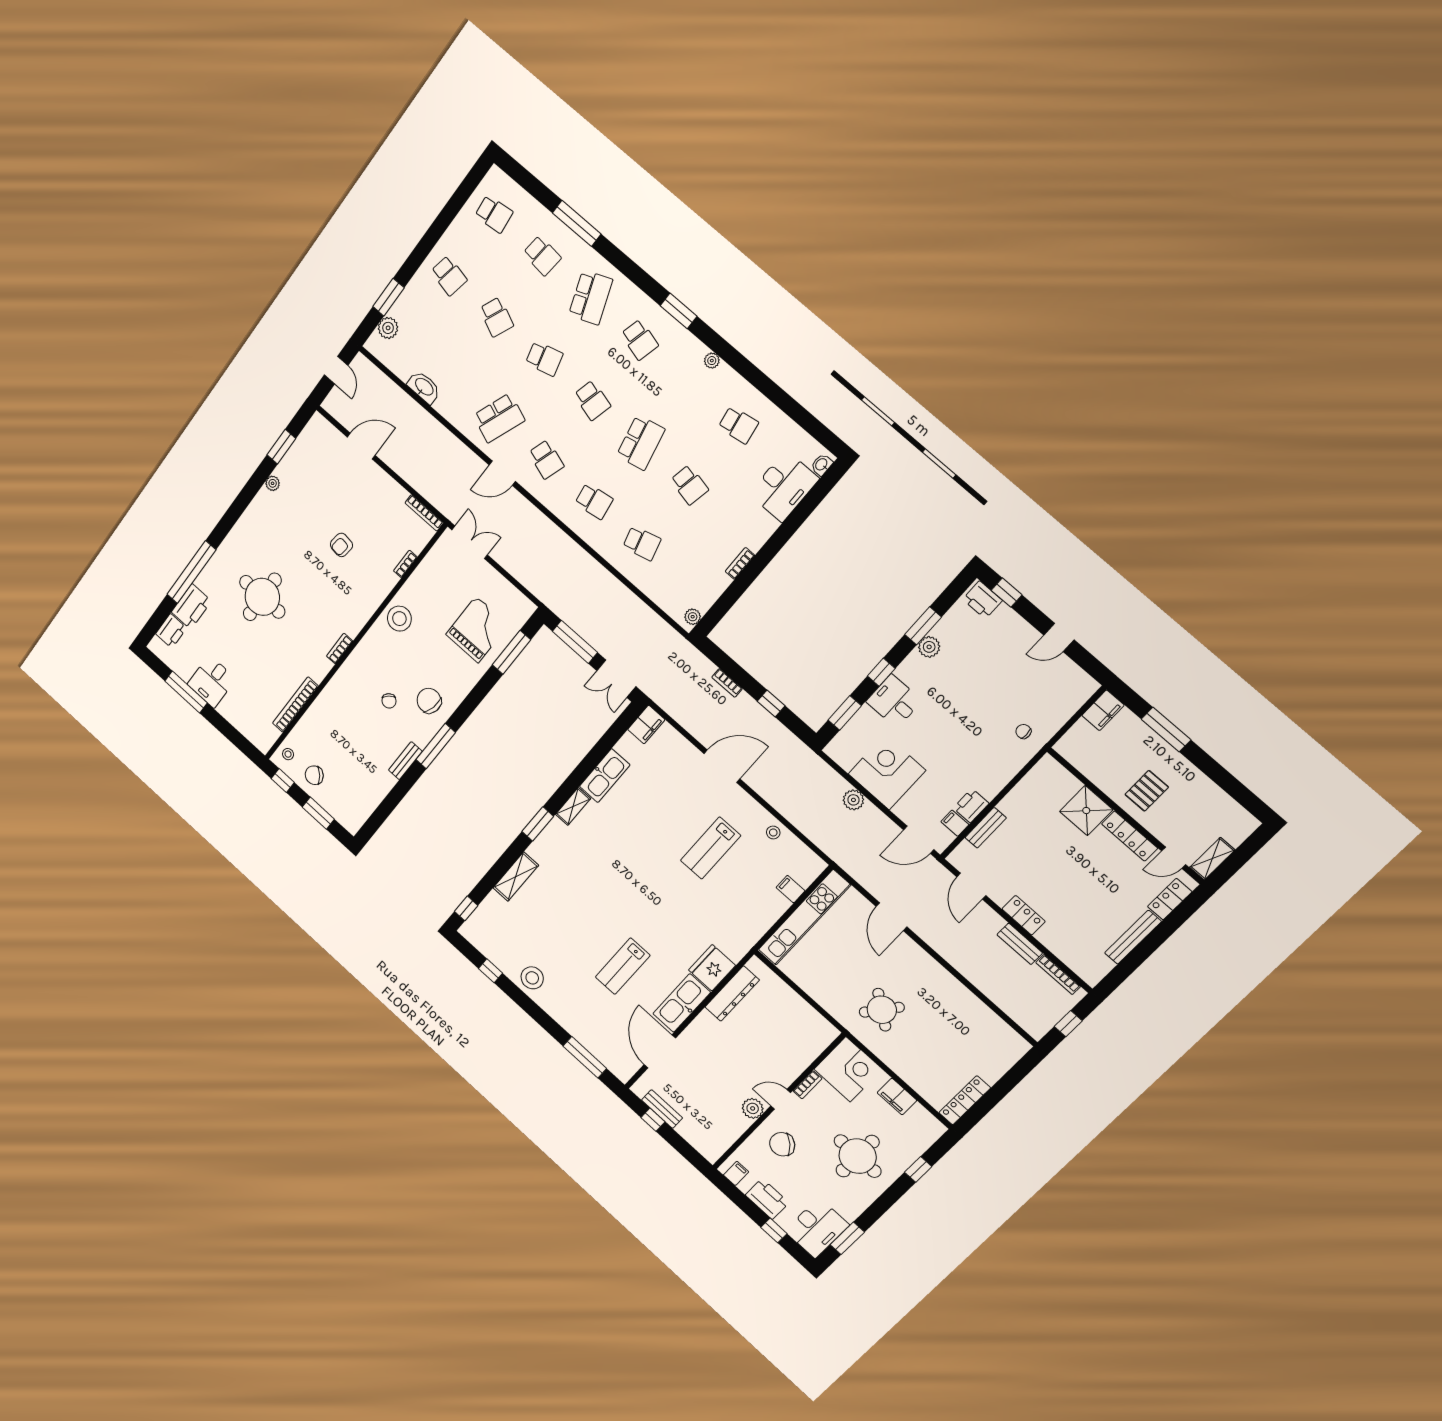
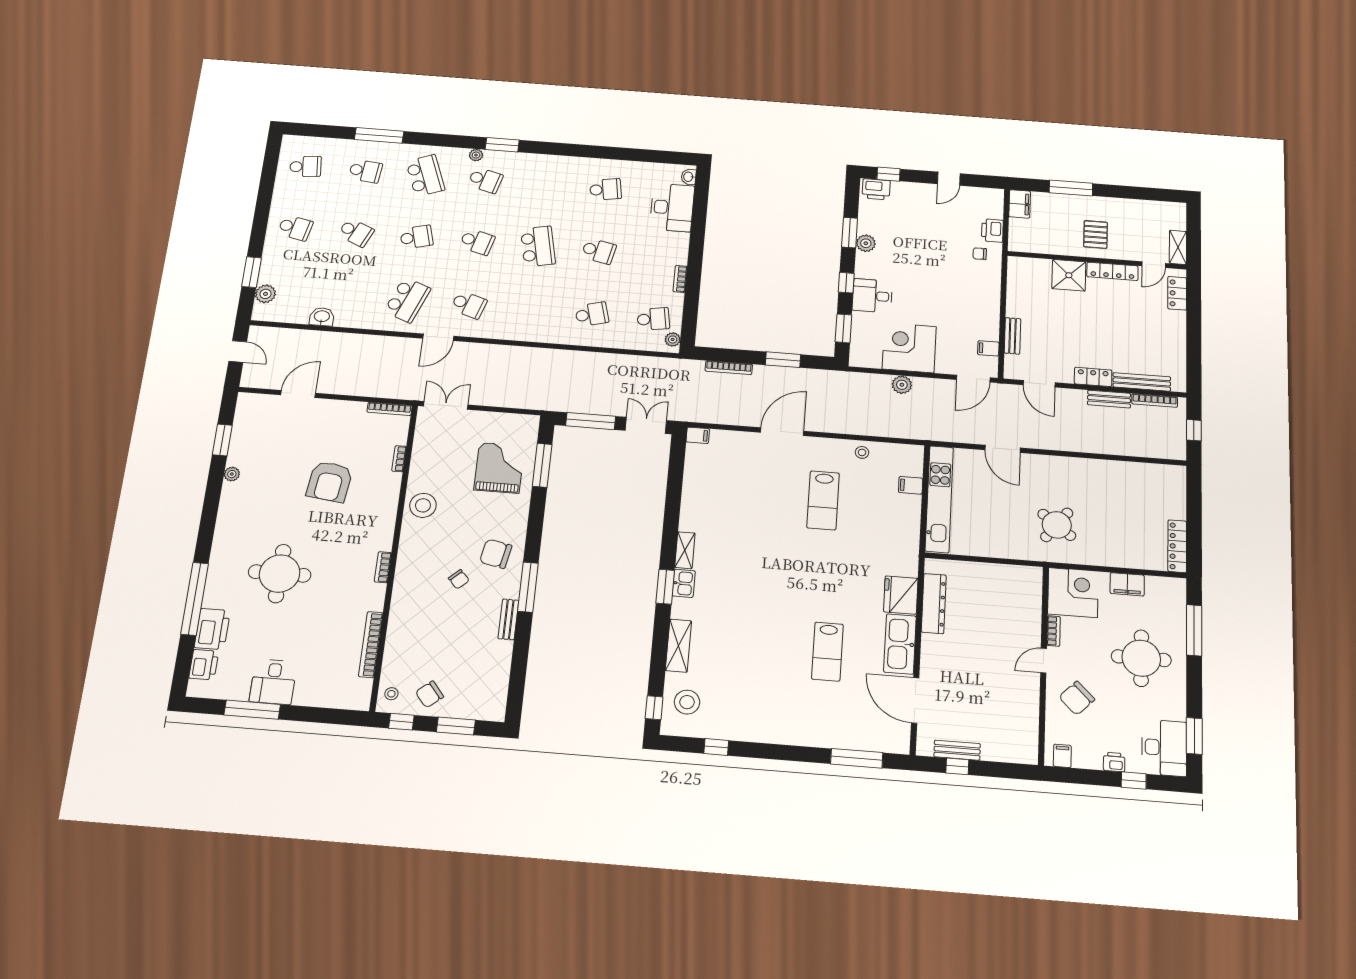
plant: (712, 361) -> (476, 155), moved
washbasin: (424, 387) -> (322, 317), width x0.72
school desk: (594, 501) -> (653, 319), moved
armchair: (341, 545) -> (330, 482), width x1.88, depth x1.88
double door: (616, 679) -> (646, 425), swing flipped
bookcase: (727, 683) -> (729, 368), width x1.56
window: (771, 704) -> (783, 360), width x1.50
filing cabinet: (646, 725) -> (698, 435), width x0.50
kitchen sink: (605, 776) -> (684, 583), moved, width x0.53, depth x0.81
printer: (971, 806) -> (992, 231), moved
bench: (1133, 937) -> (1142, 382), moved, turned 90
stool: (532, 978) -> (687, 702), moved
plant: (753, 1108) -> (1029, 687), removed
window: (918, 1169) -> (1194, 630), width x2.17
printer: (767, 1199) -> (1114, 762), width x0.53, depth x0.68

